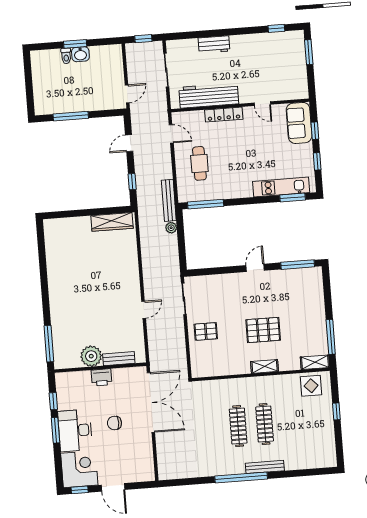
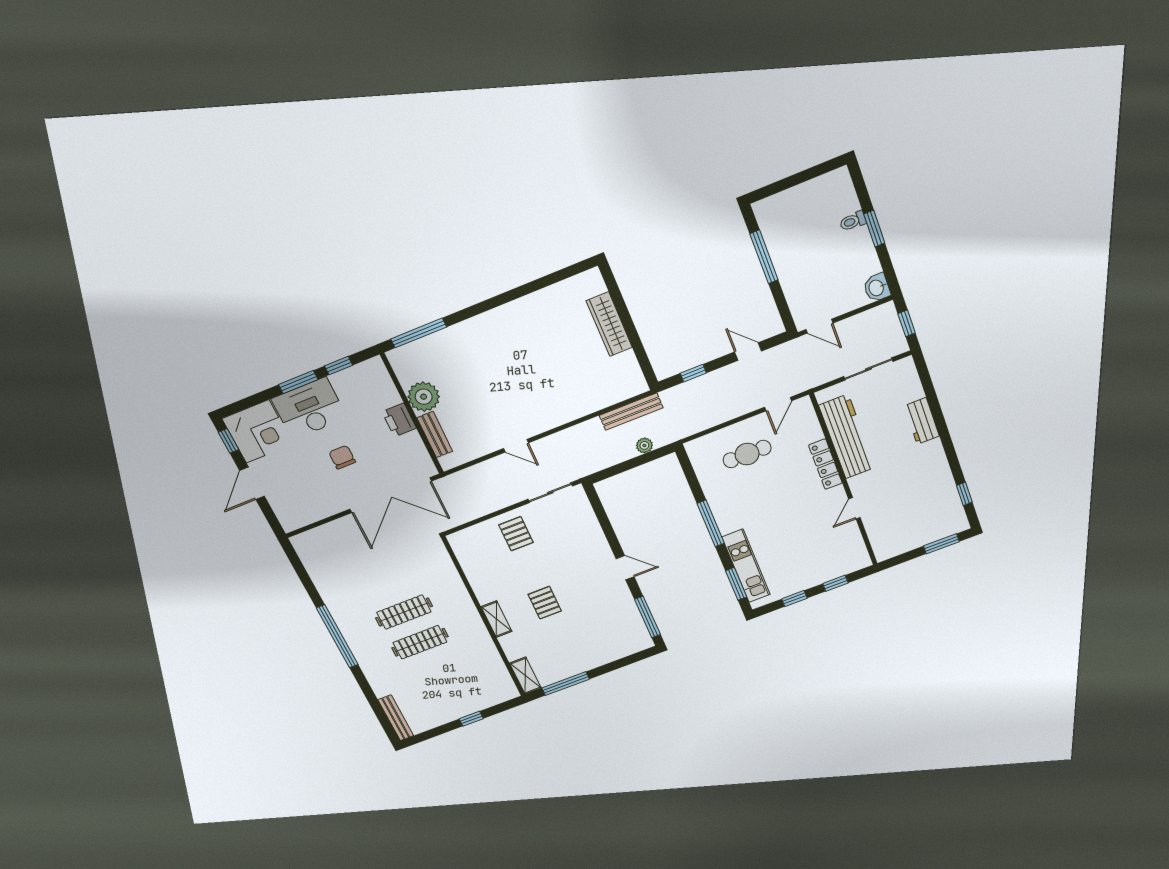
washbasin: (80, 54) -> (877, 288), moved
sofa: (299, 123) -> (840, 561), removed
bench: (169, 200) -> (631, 412), moved
window: (206, 204) -> (711, 524), moved
wardrobe: (112, 222) -> (609, 324), moved
pallet: (263, 330) -> (545, 603), width x0.67, depth x0.71
display table: (311, 386) -> (493, 680), removed
bench: (265, 467) -> (396, 718), moved

